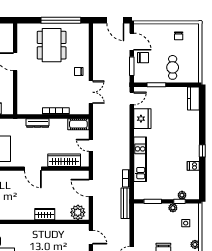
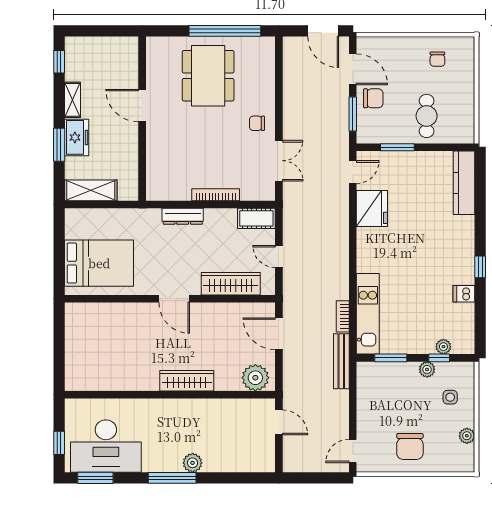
kitchen counter: (193, 99) -> (464, 183), width x1.50
kitchen unit: (140, 159) -> (368, 314), moved
wardrobe: (45, 214) -> (187, 381), width x1.50

